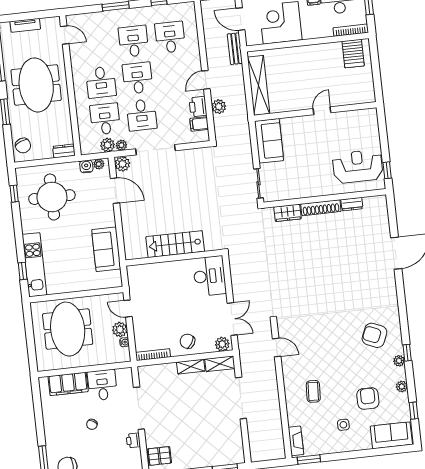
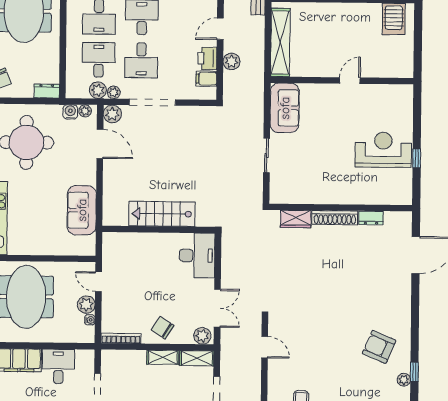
wall: (325, 198) -> (341, 208), moved
dresser: (352, 204) -> (371, 218), moved
shoe rack: (321, 208) -> (335, 218), moved
wardrobe: (288, 213) -> (296, 219), moved

